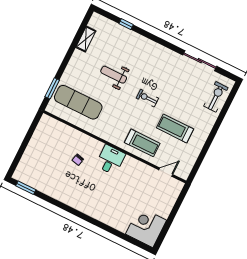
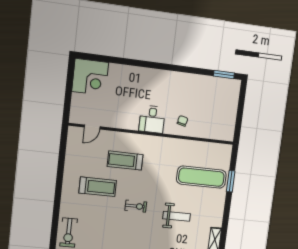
wall: (115, 147) -> (152, 134), moved
desk: (110, 160) -> (152, 119), moved
door: (166, 172) -> (92, 127), moved

